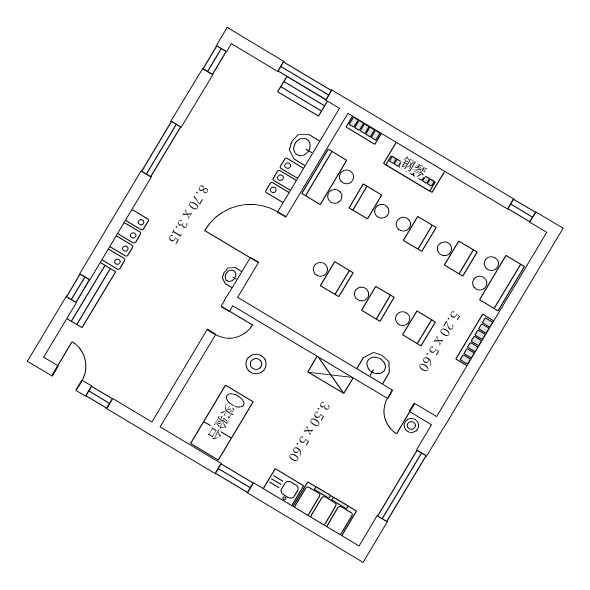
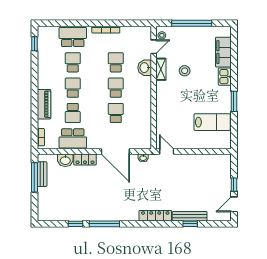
window: (215, 60) -> (75, 224), moved
stool: (256, 364) -> (185, 71), moved
shelving: (331, 375) -> (161, 69), moved

